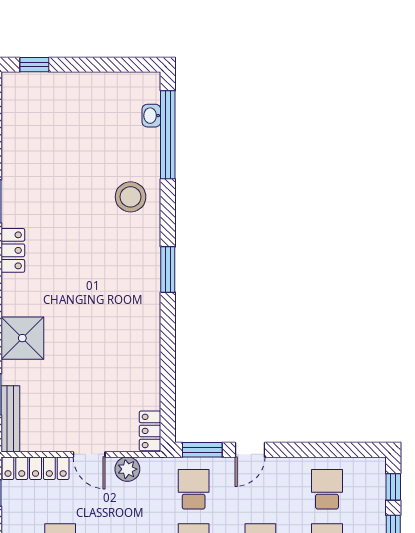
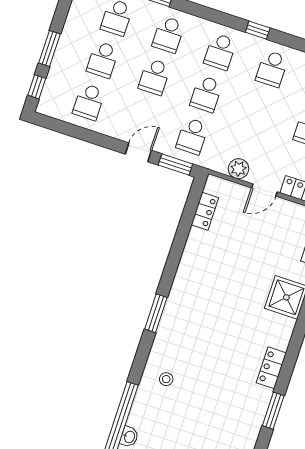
stool: (131, 197) -> (166, 379), width x0.53, depth x0.53
locker: (150, 431) -> (205, 211), moved
door: (89, 454) -> (264, 190), swing flipped

